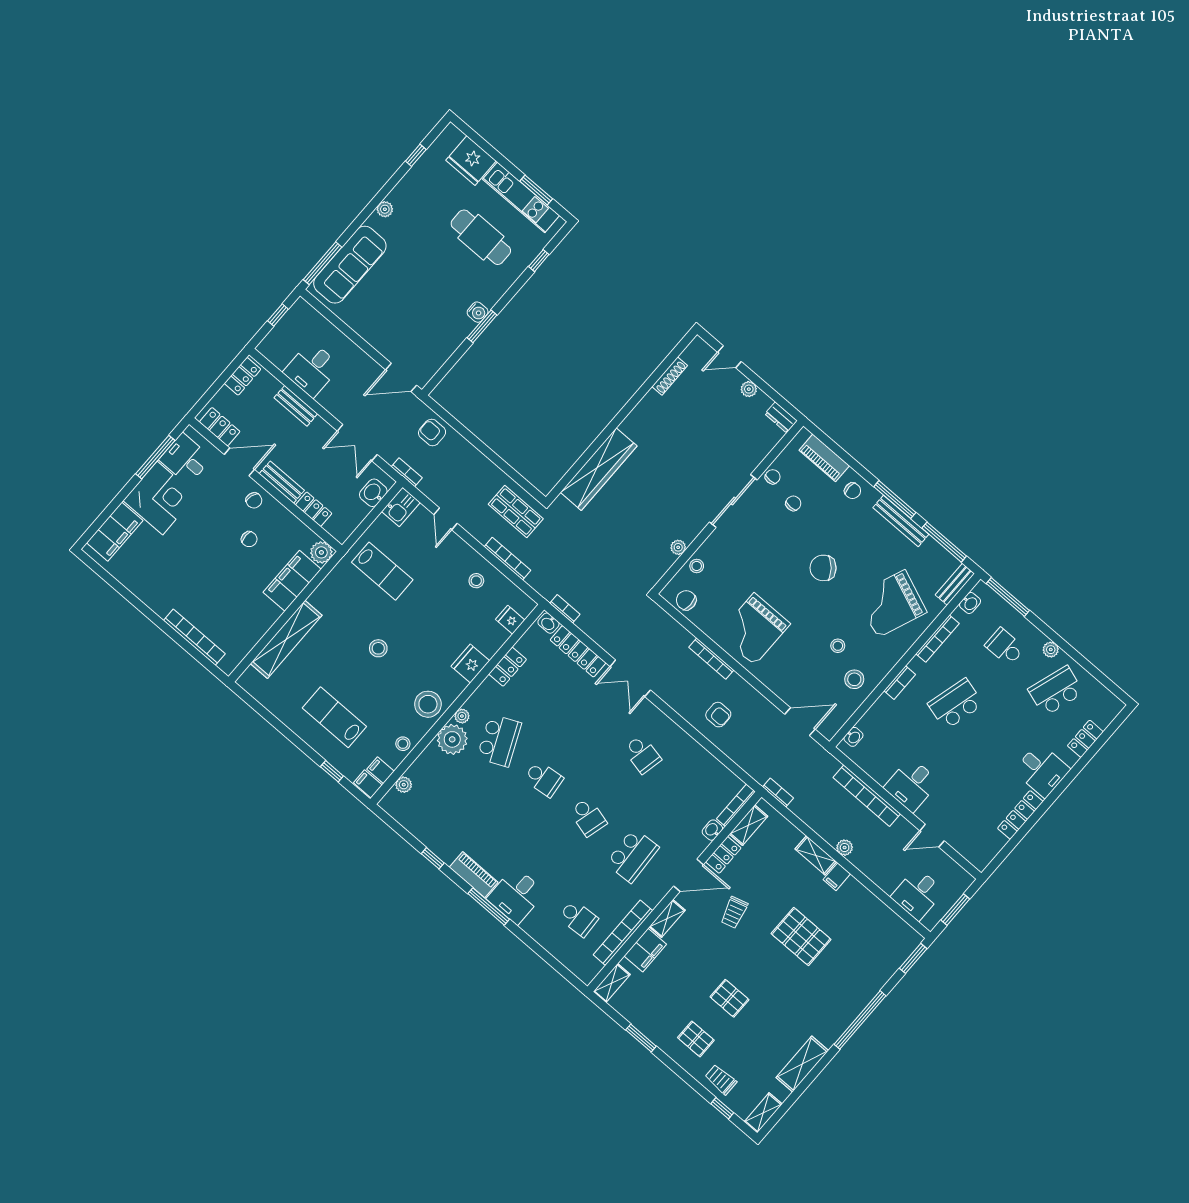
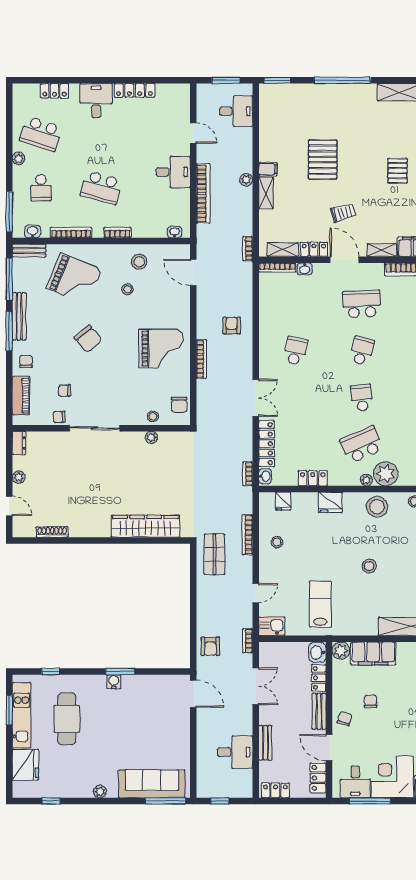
washbasin: (373, 493) -> (317, 652), moved, turned 90

